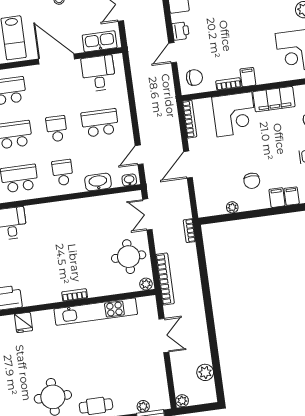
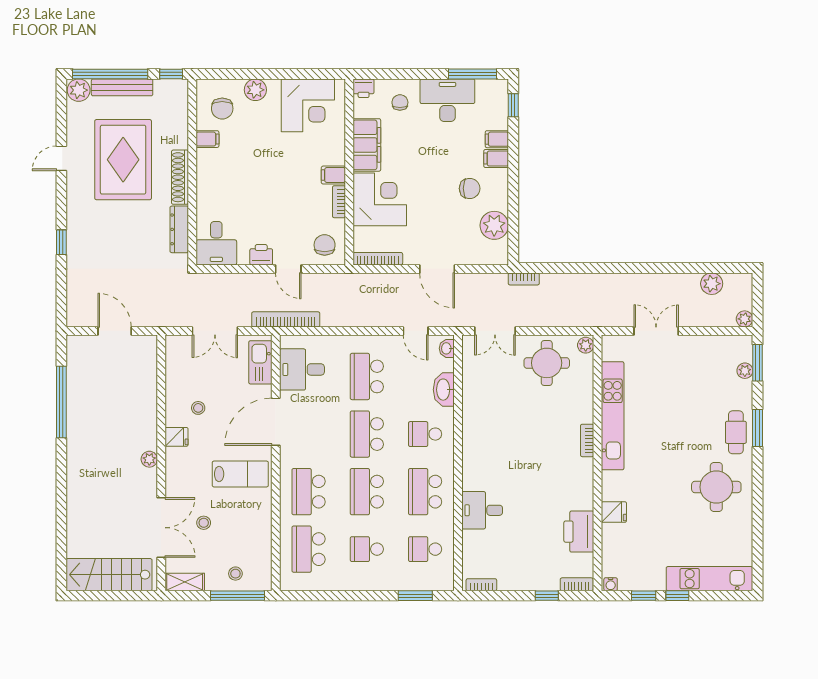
school desk: (57, 129) -> (367, 434), width x1.85
plant: (232, 207) -> (494, 225), width x1.88, depth x1.88
bookcase: (165, 279) -> (286, 319), moved

